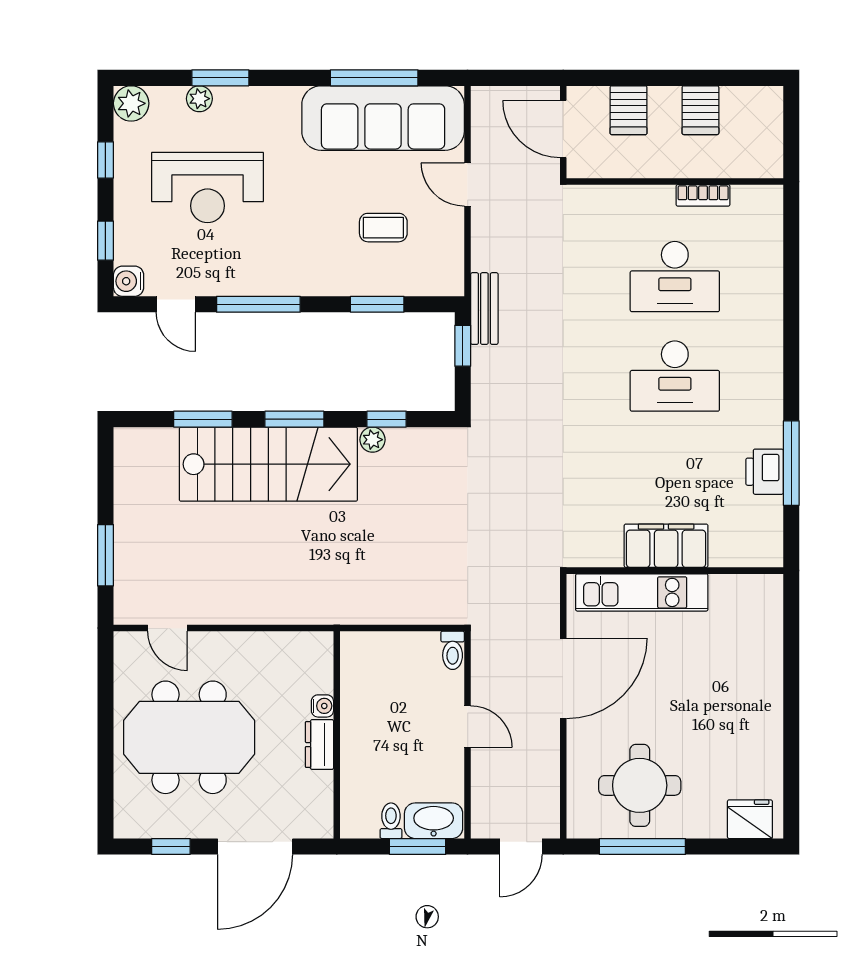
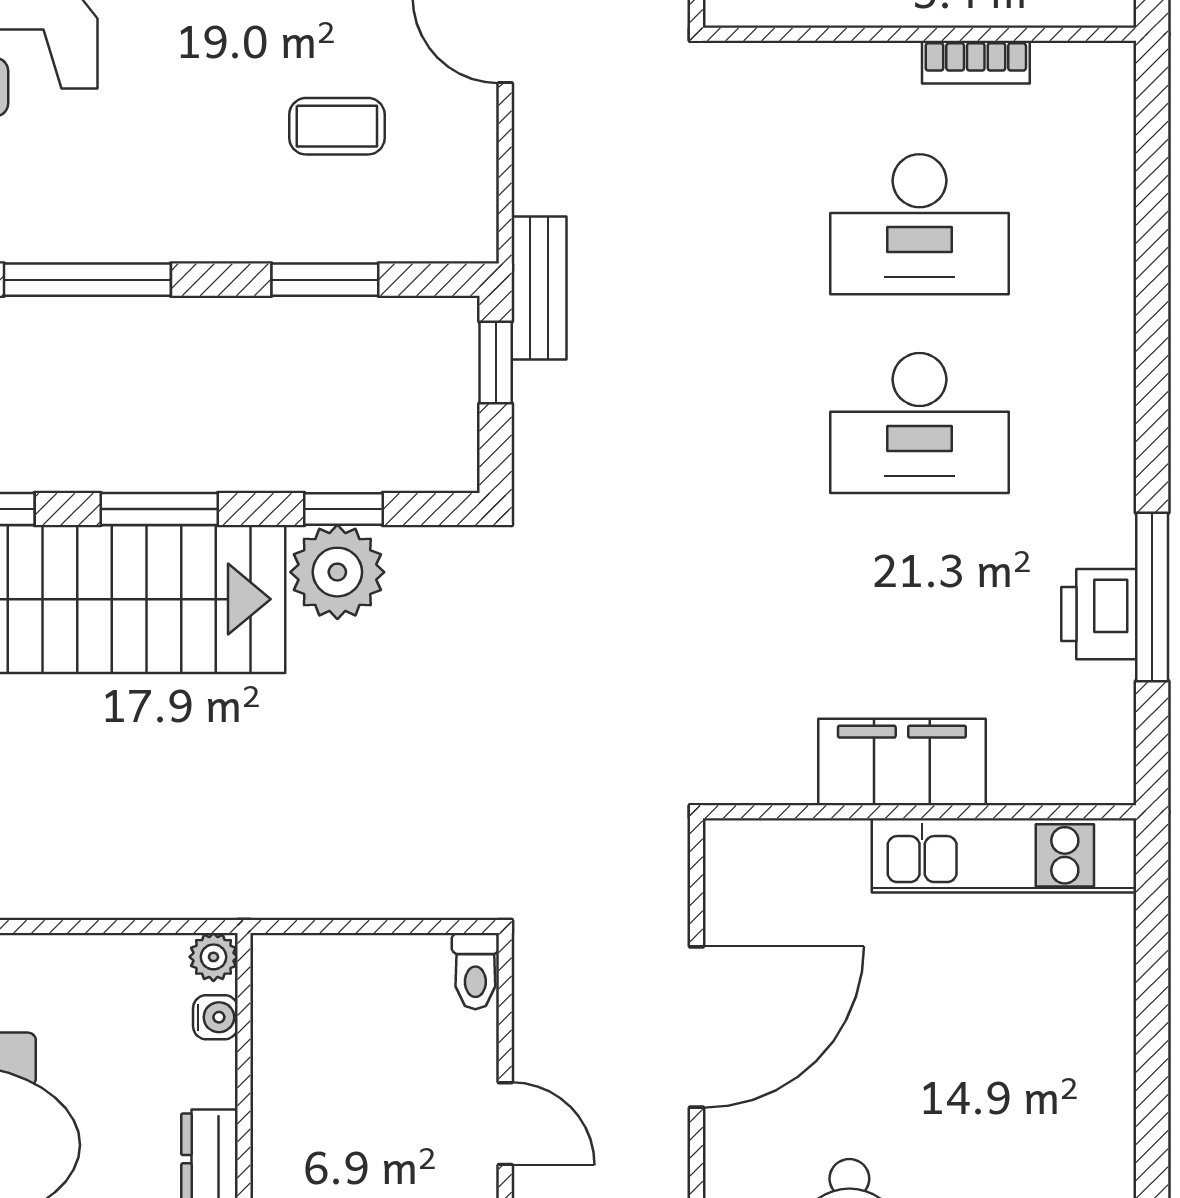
plant: (372, 440) -> (337, 572), width x1.88, depth x1.88
kitchen unit: (642, 592) -> (1004, 855), moved
plant: (321, 643) -> (213, 957), added
water cooler: (322, 706) -> (215, 1017), moved

